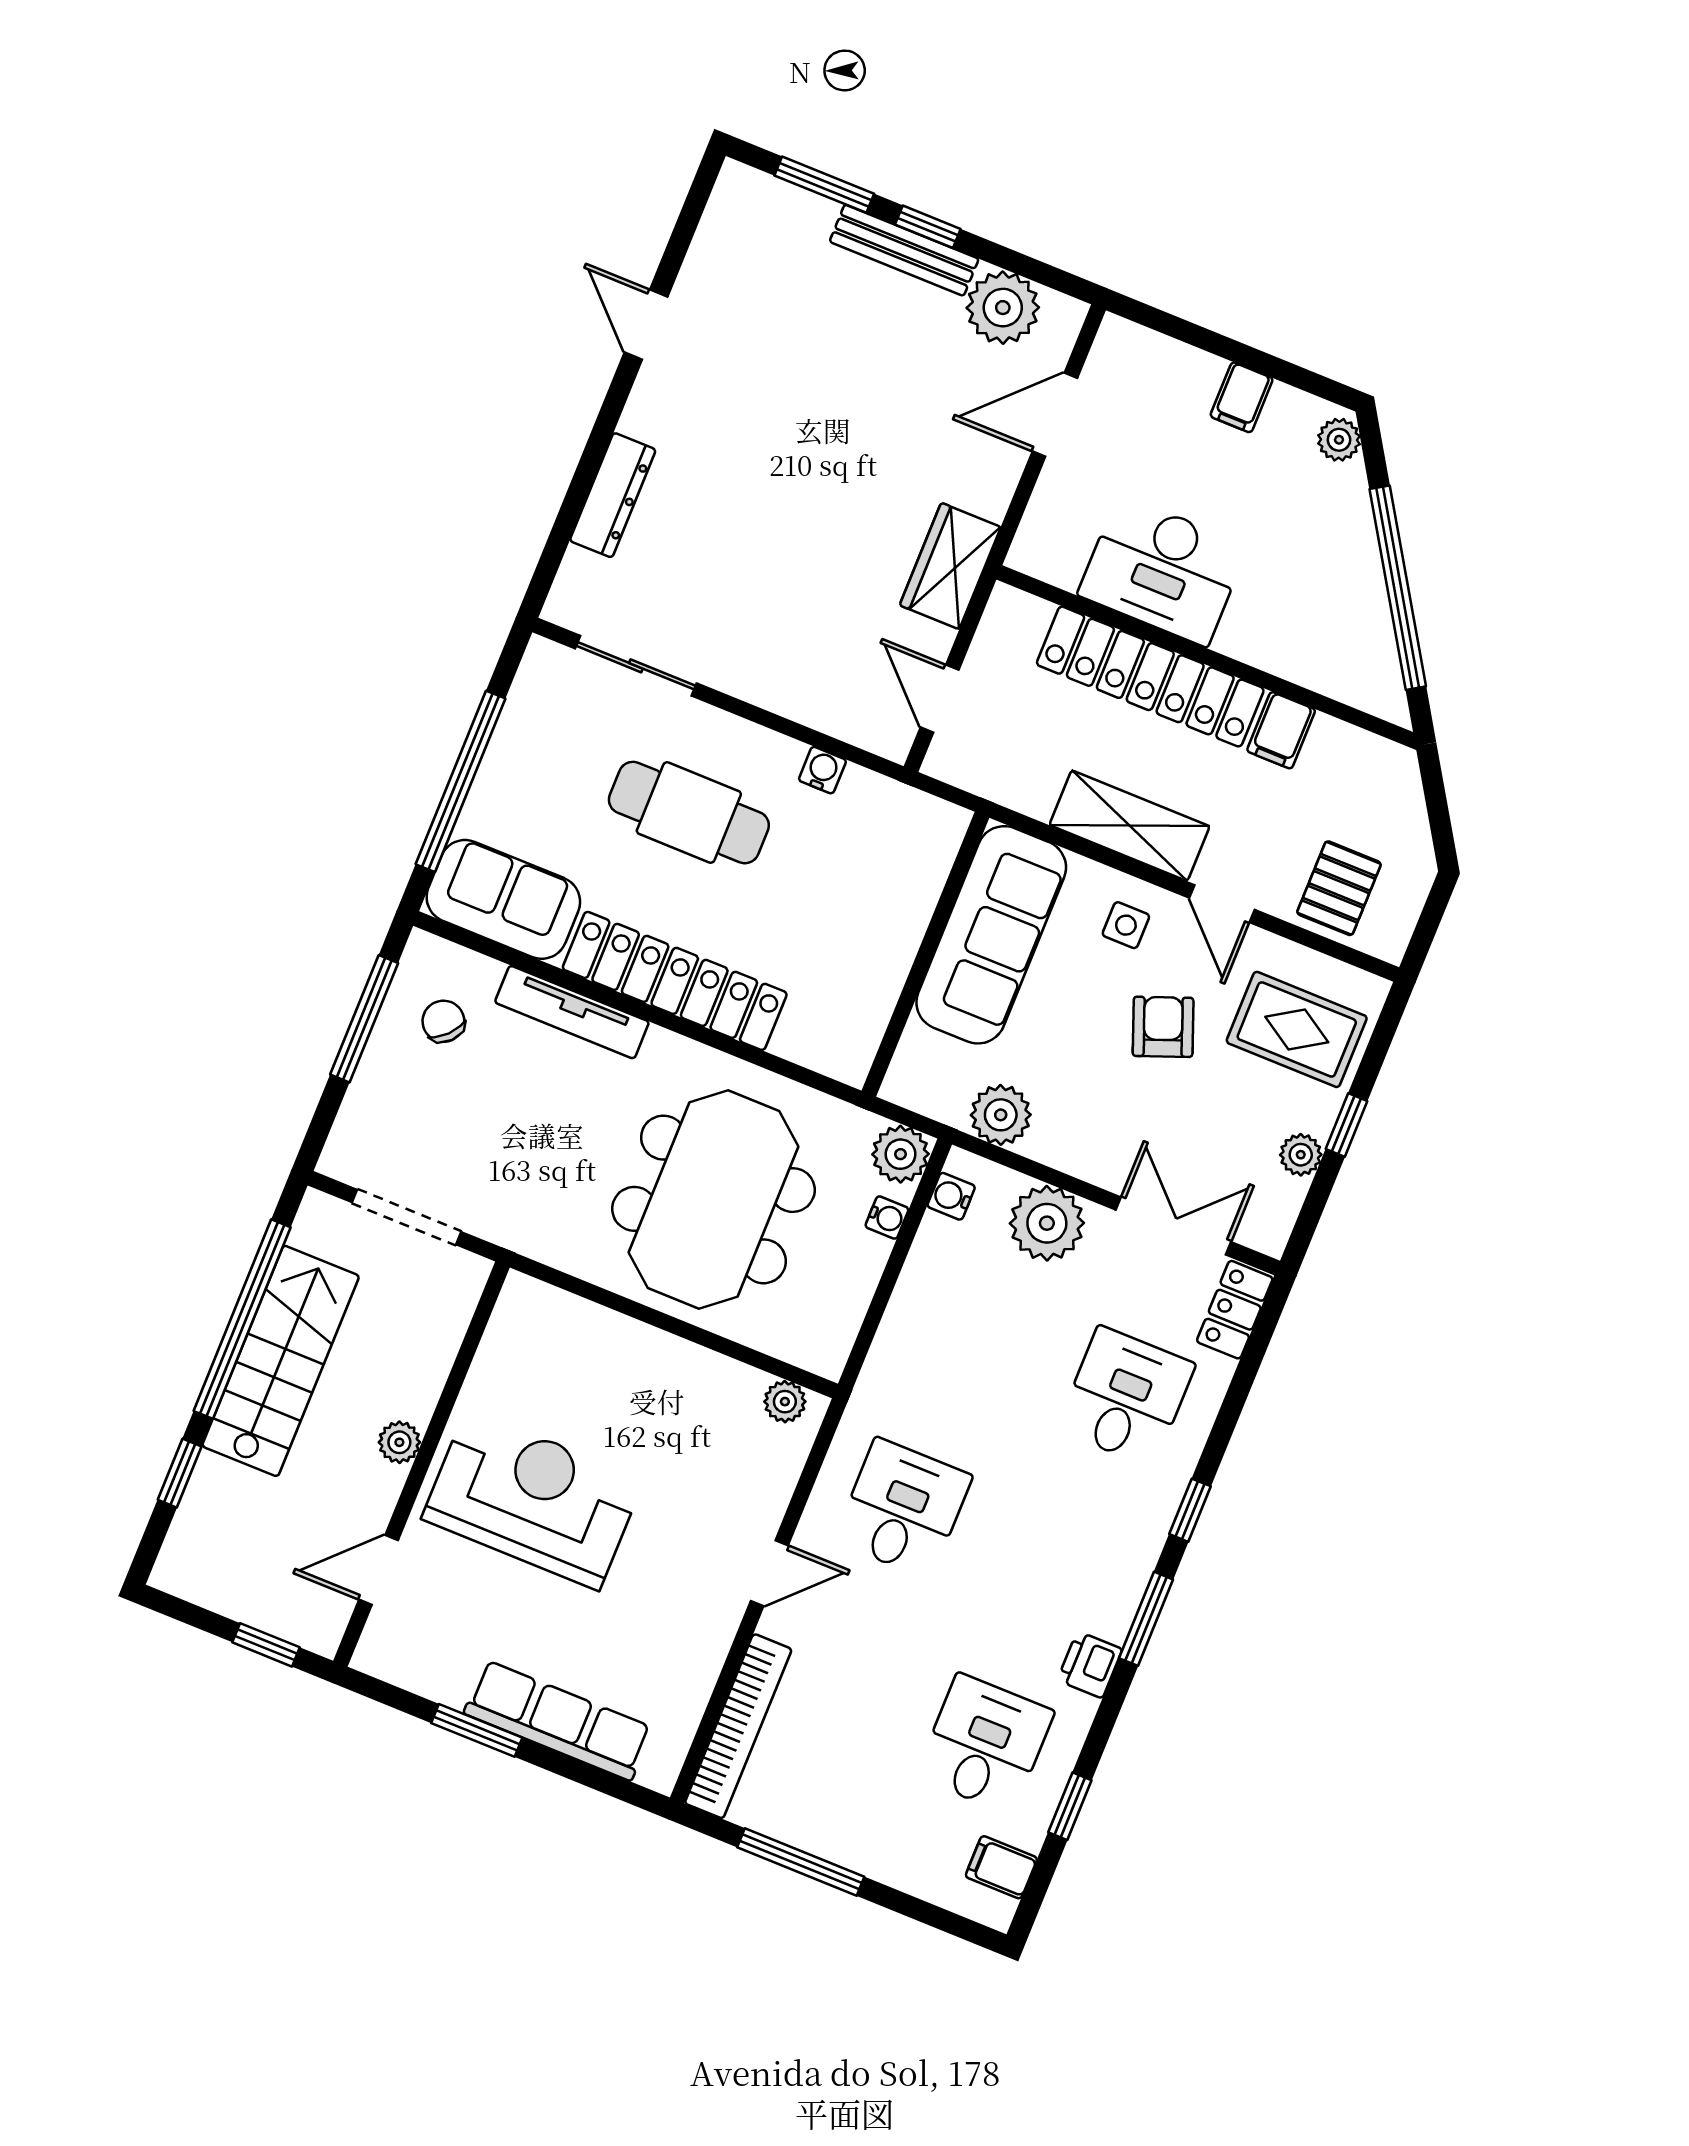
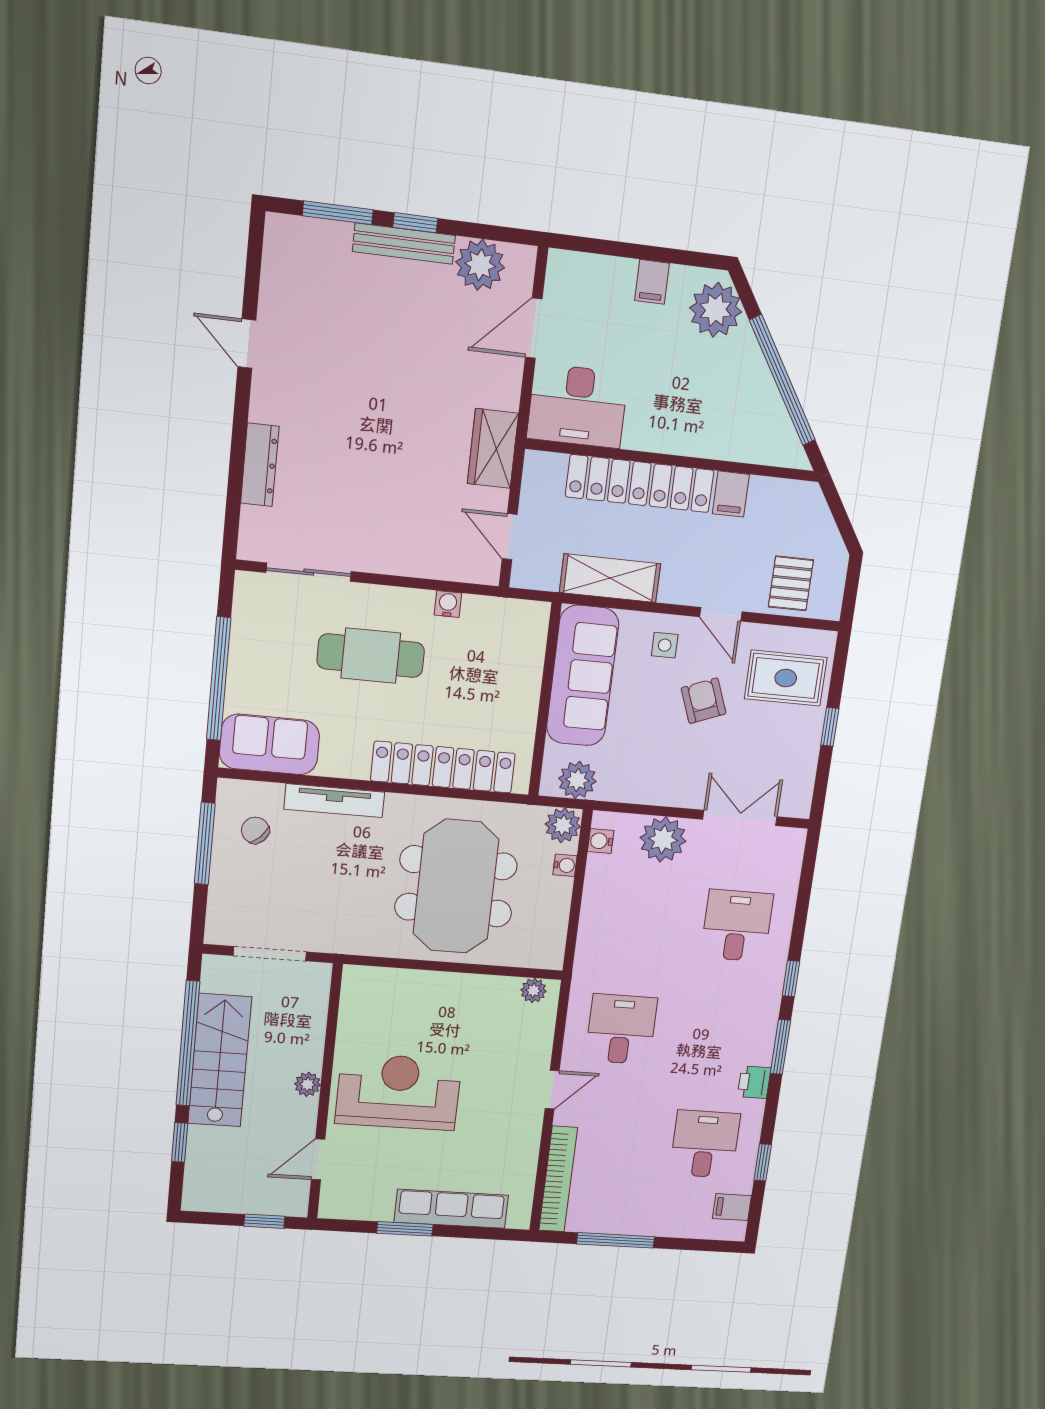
plant: (1339, 440) -> (716, 310), width x1.88, depth x1.88
desk: (1163, 570) -> (578, 406), moved
shelving: (1129, 826) -> (610, 578), moved
locker: (675, 981) -> (443, 767), moved
plant: (1001, 1115) -> (577, 780), moved
plant: (1301, 1155) -> (806, 753), removed
locker: (1235, 1310) -> (789, 856), removed

